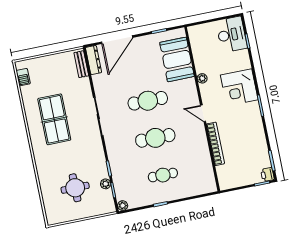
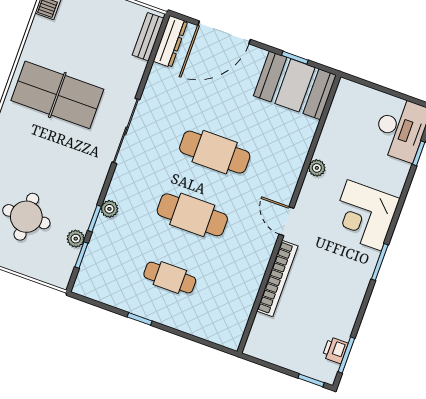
booth: (177, 59) -> (295, 85), moved, turned 90
table tennis table: (54, 119) -> (57, 95), turned 90
printer: (267, 175) -> (335, 350), moved
plant: (123, 206) -> (109, 209), moved

